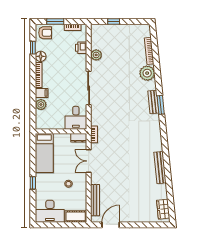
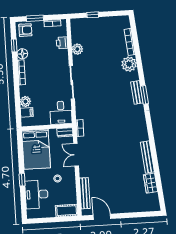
filing cabinet: (42, 93) -> (27, 112), moved
bed: (44, 153) -> (36, 149), width x1.50
wardrobe: (163, 209) -> (150, 183), moved
desk: (50, 211) -> (37, 194), moved, turned 90
door: (111, 225) -> (102, 217), hinge flipped

